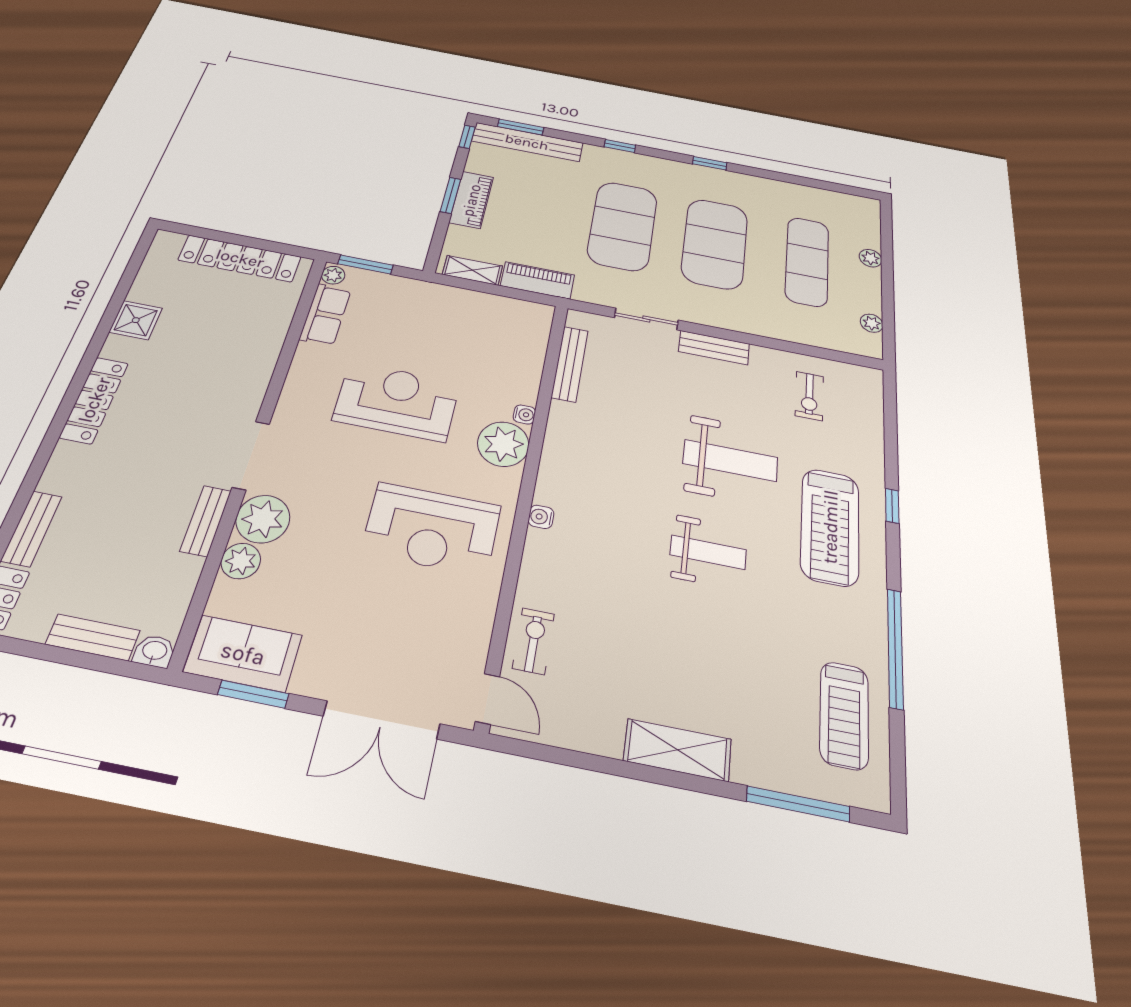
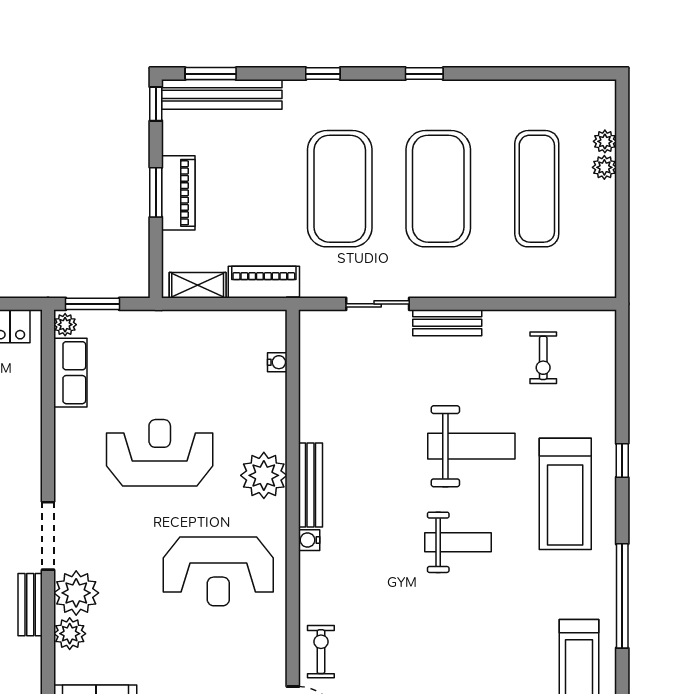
plant: (872, 323) -> (605, 141), moved
bench: (570, 364) -> (310, 485), moved
water cooler: (524, 414) -> (277, 362), moved

